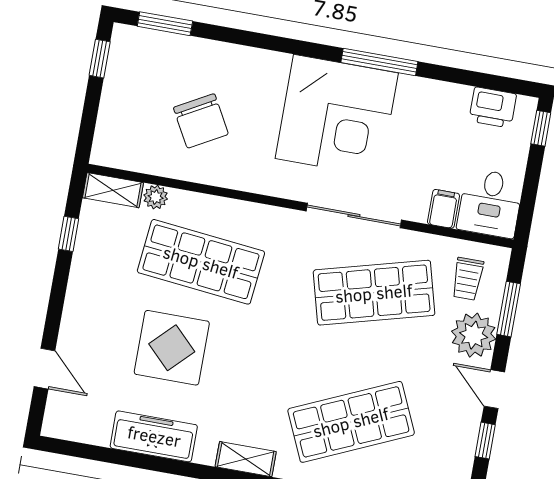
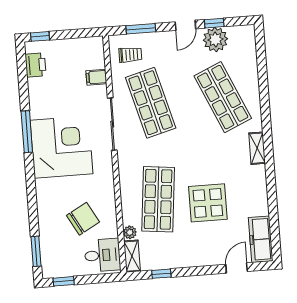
desk: (490, 203) -> (102, 255), moved
plant: (474, 335) -> (215, 39), moved
freezer: (154, 436) -> (261, 239), moved

